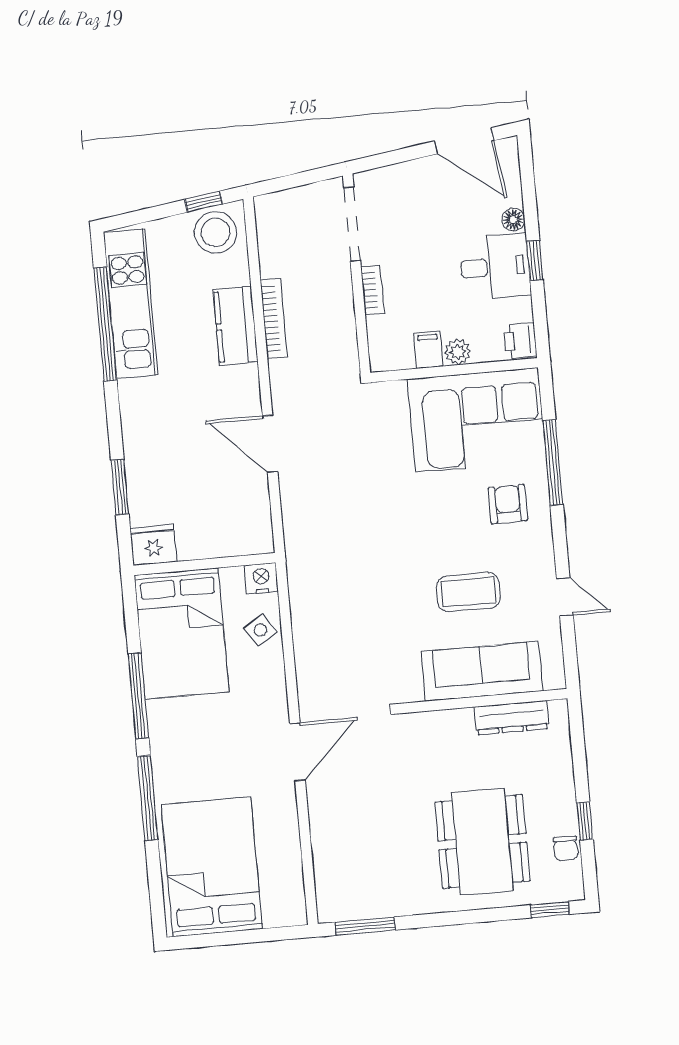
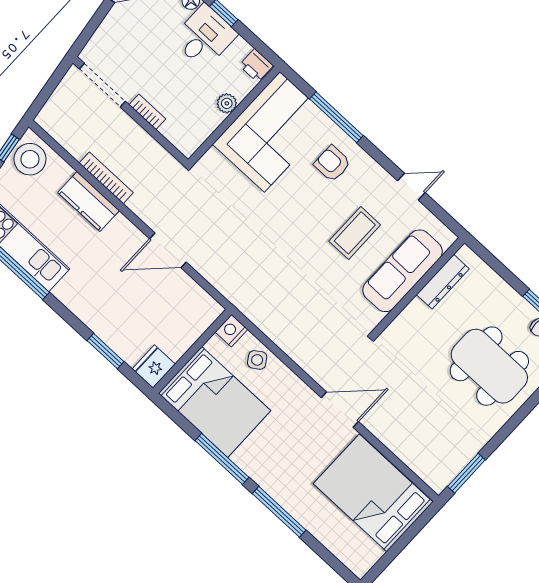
filing cabinet: (429, 350) -> (209, 117), removed
door: (298, 752) -> (340, 410), hinge flipped
bed: (212, 867) -> (373, 493), moved

